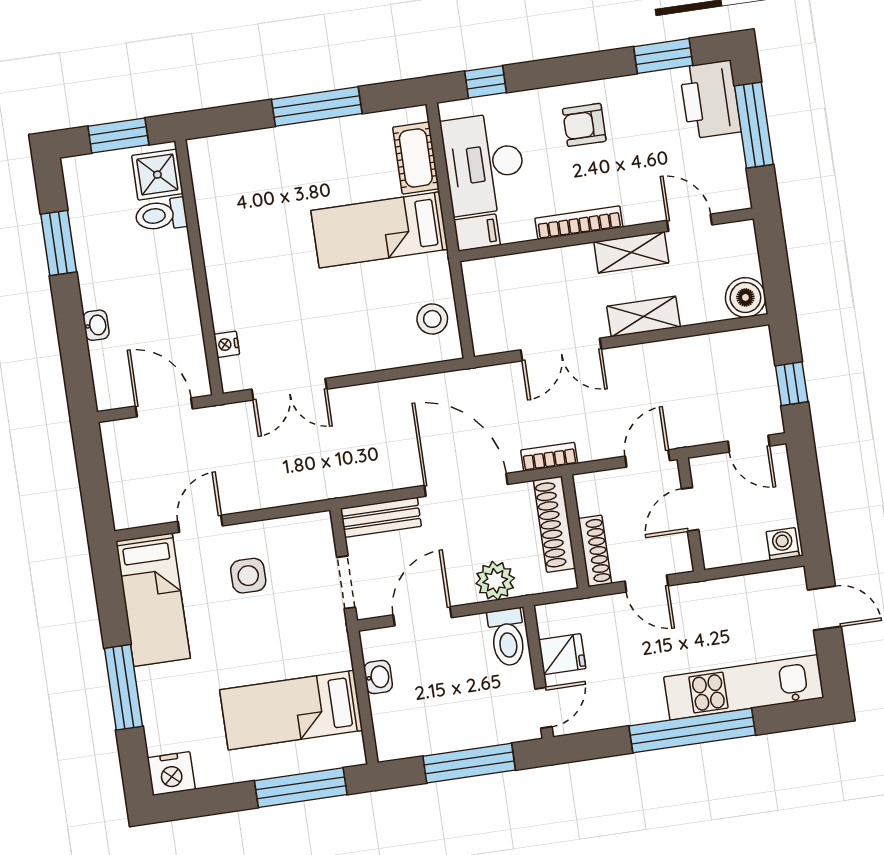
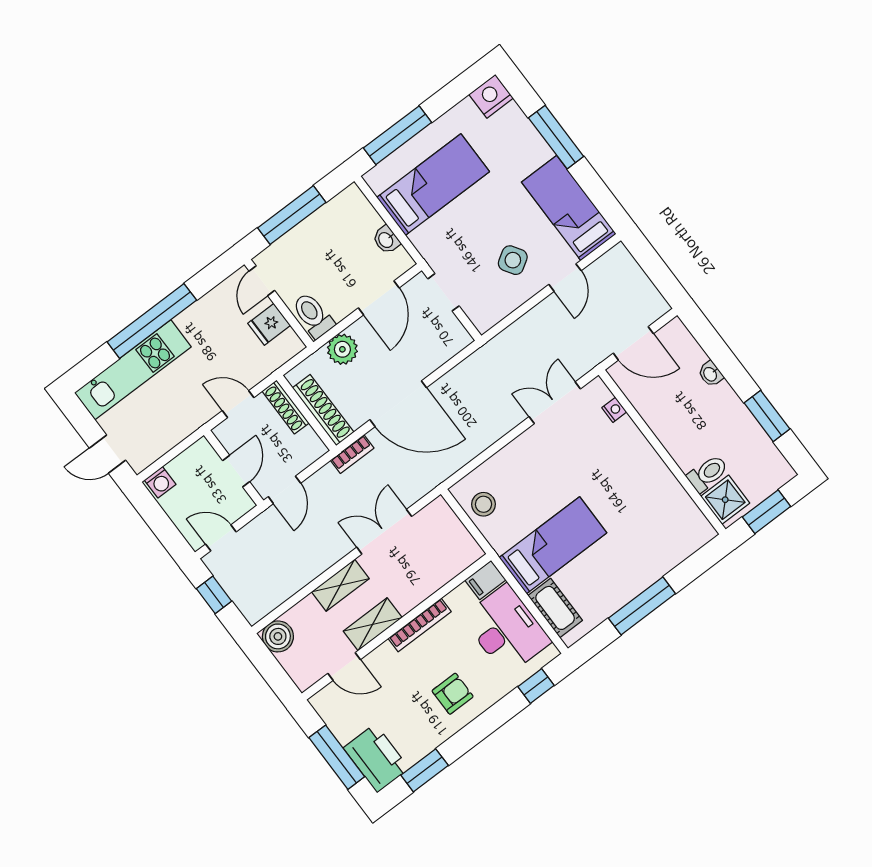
bench: (381, 517) -> (444, 350), removed
side table: (248, 576) -> (513, 260), turned -32

